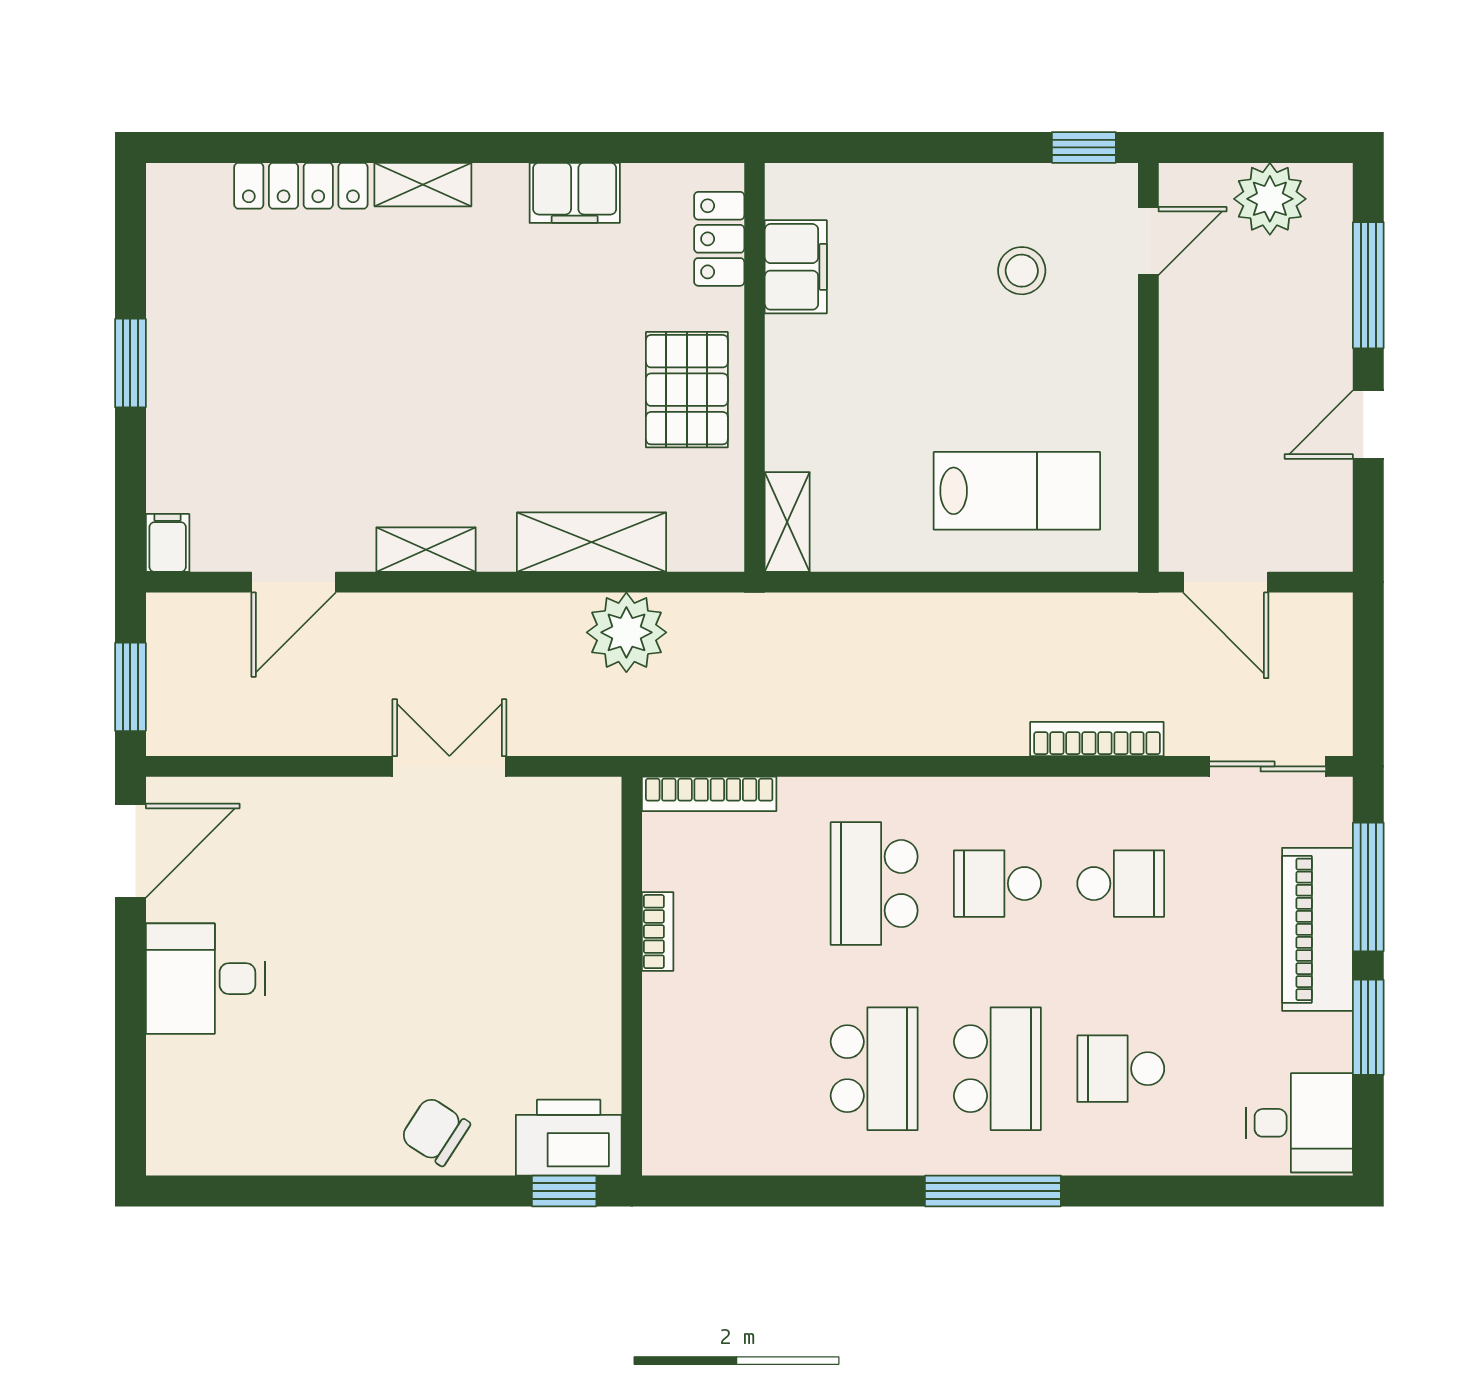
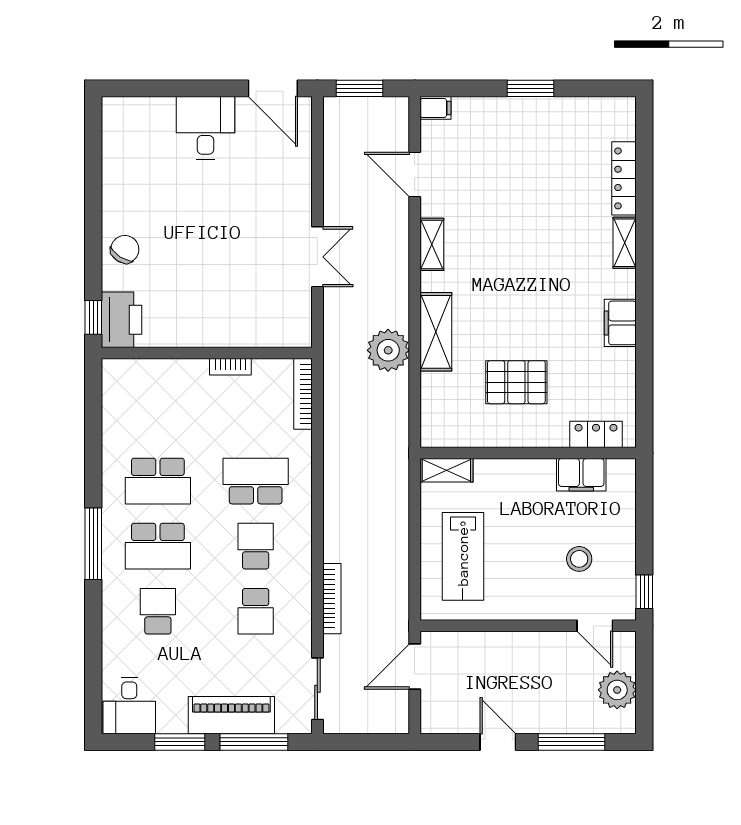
locker: (719, 239) -> (596, 434), moved
filing cabinet: (796, 267) -> (581, 475), moved
wall: (755, 367) -> (528, 453), moved
shelving: (787, 522) -> (446, 470), moved

